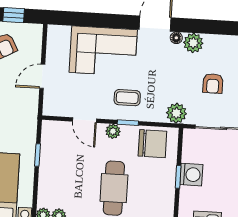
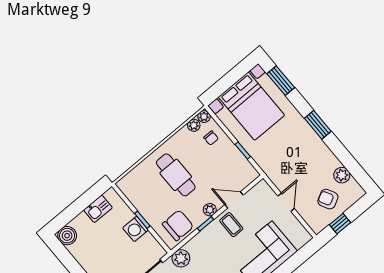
coffee table: (127, 98) -> (231, 225), moved, turned 90
chair: (152, 144) -> (178, 225), turned 180
chair: (54, 191) -> (211, 138), added

